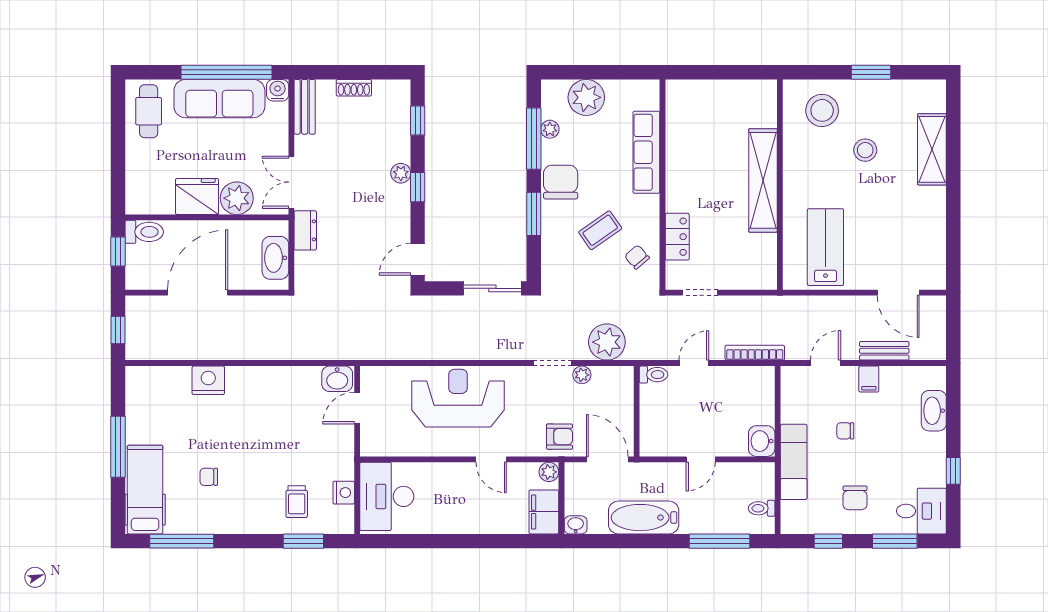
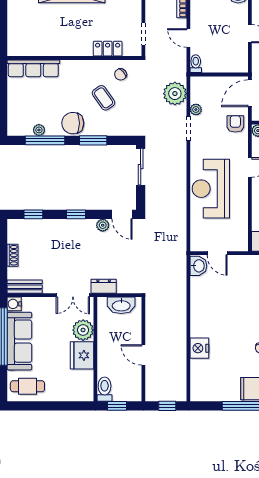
plant: (586, 97) -> (19, 107), removed
row of seats: (646, 152) -> (33, 68), moved
plant: (401, 173) -> (103, 225), moved
door: (198, 293) -> (143, 355), width x0.53

